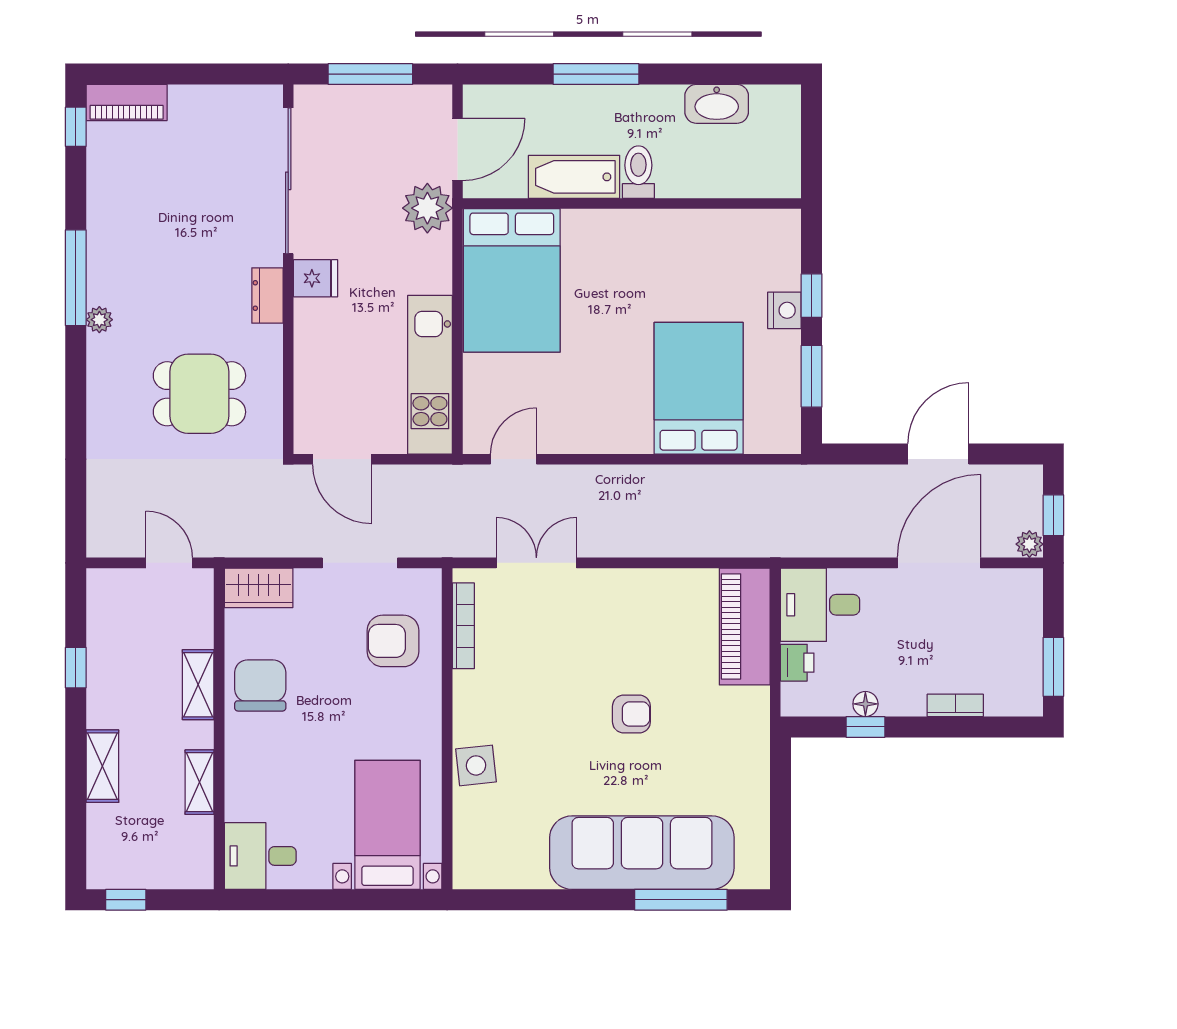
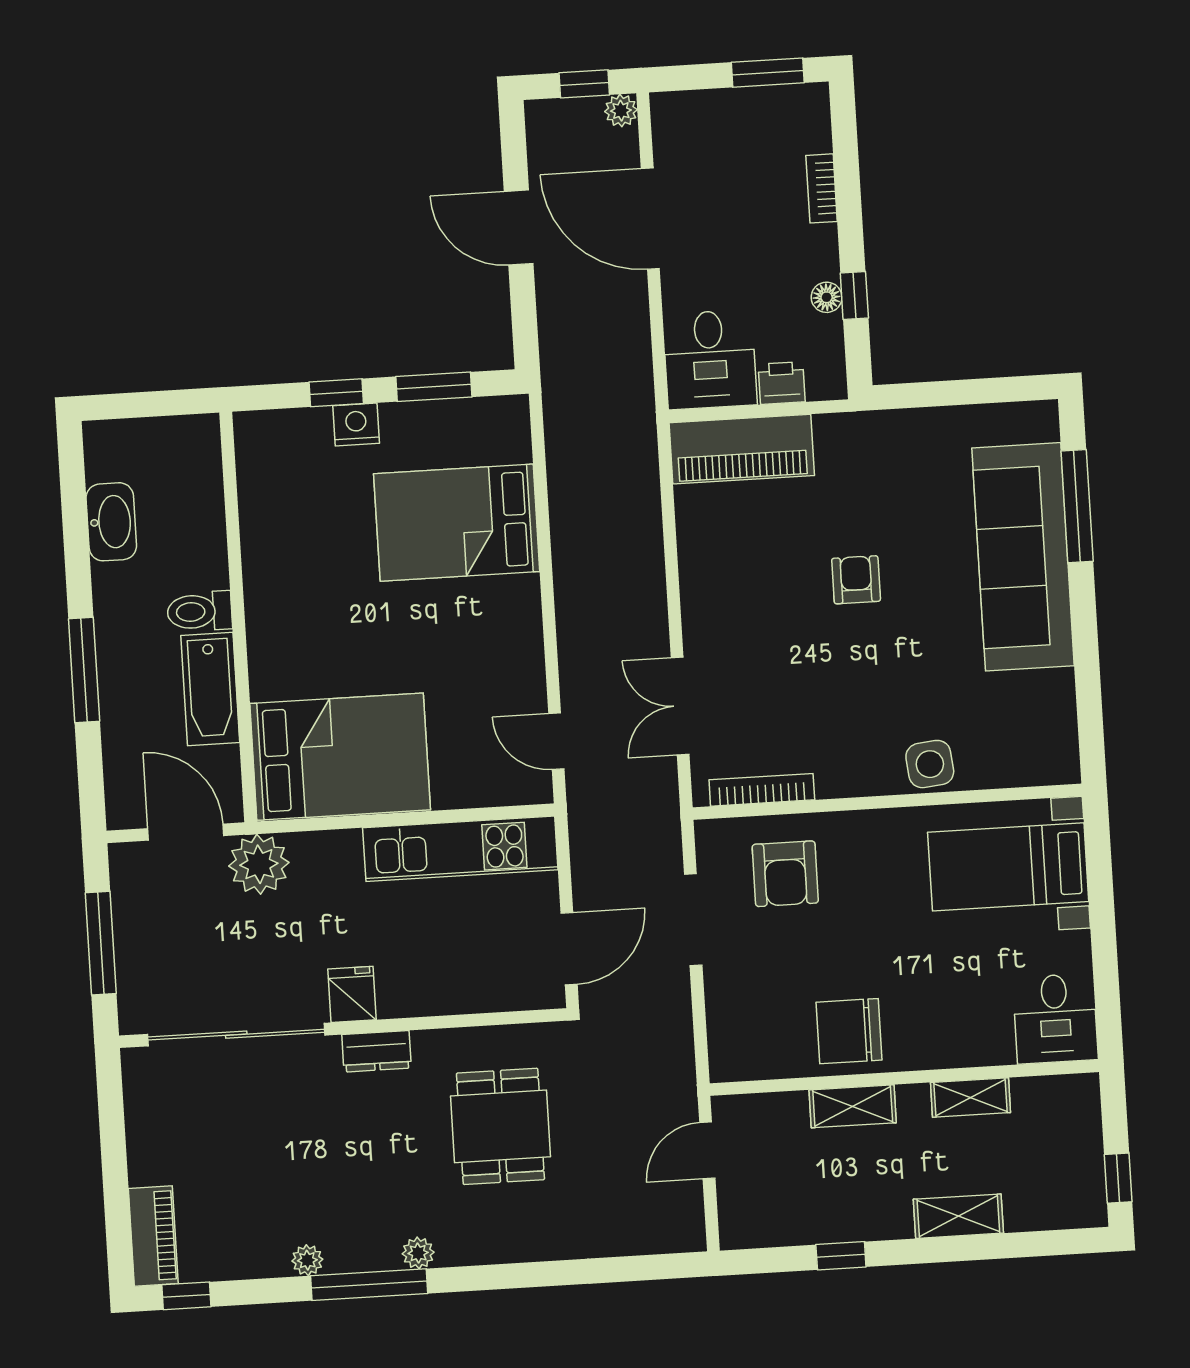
plant: (99, 228) -> (307, 1260), added
wardrobe: (259, 588) -> (731, 1040), removed

